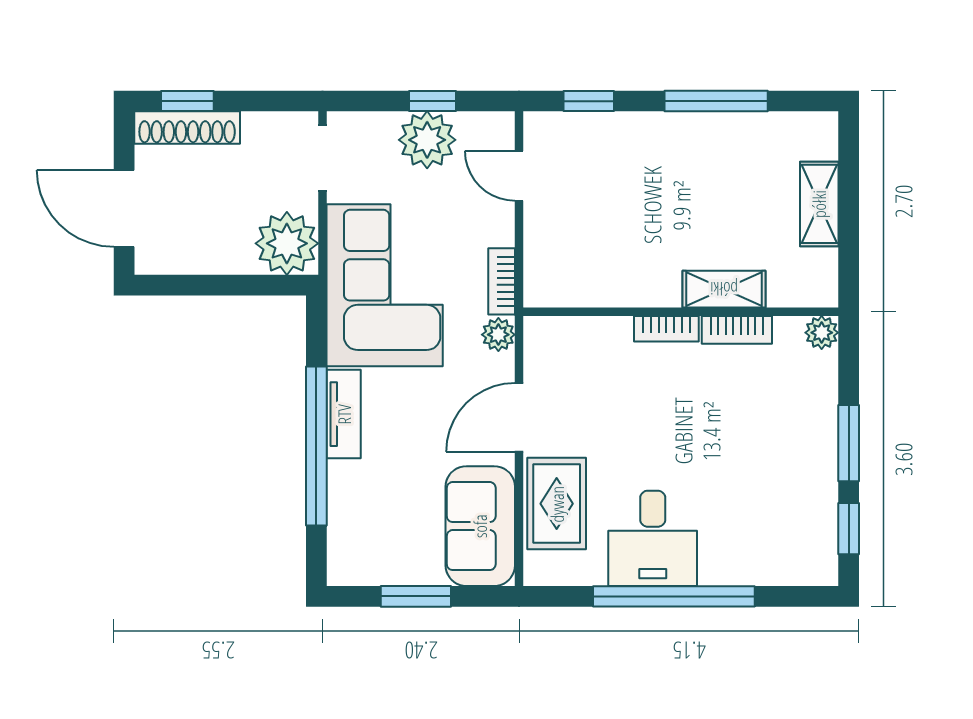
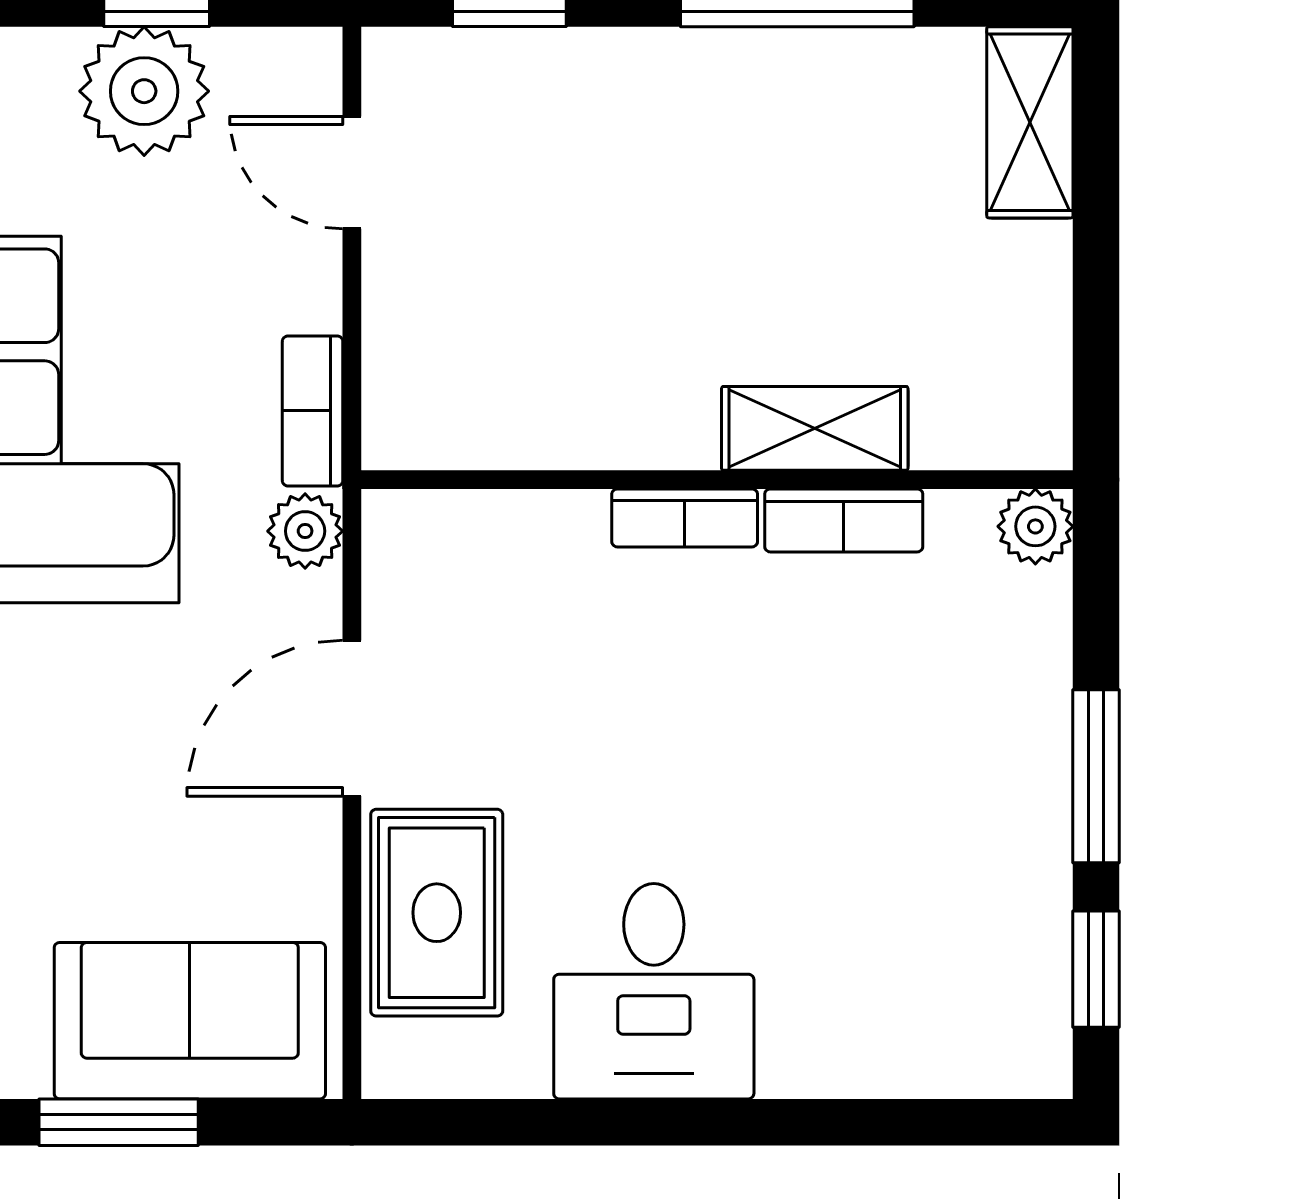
shelving: (819, 204) -> (1030, 122), moved
sofa: (480, 526) -> (190, 1021), moved, turned 90
window: (674, 596) -> (701, 1122), removed

